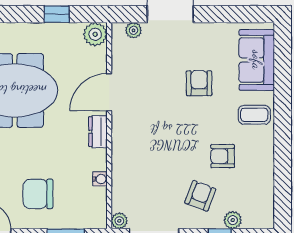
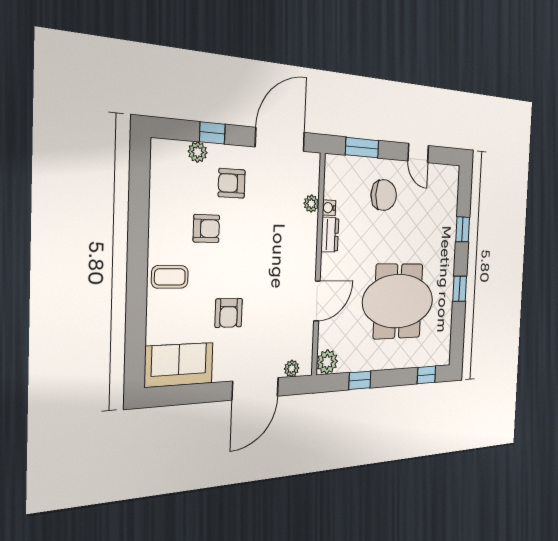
sofa: (257, 60) -> (179, 365), moved, turned -90
dresser: (98, 132) -> (330, 235), moved
armchair: (200, 196) -> (232, 183), turned 69
plant: (119, 221) -> (311, 204), moved

